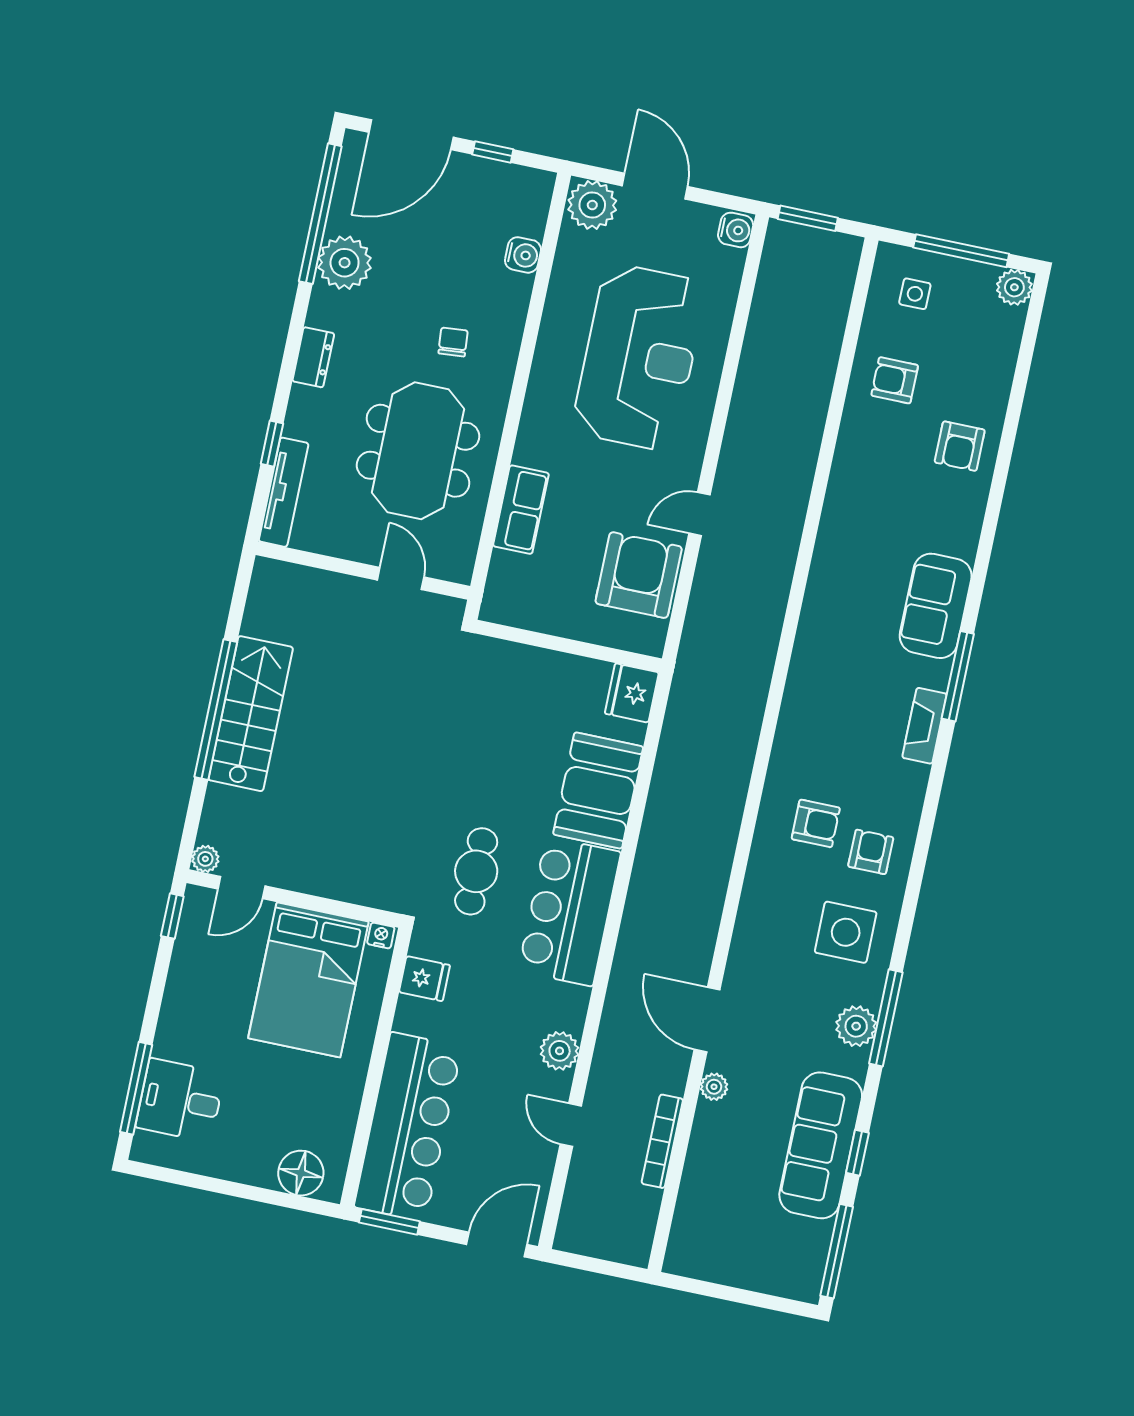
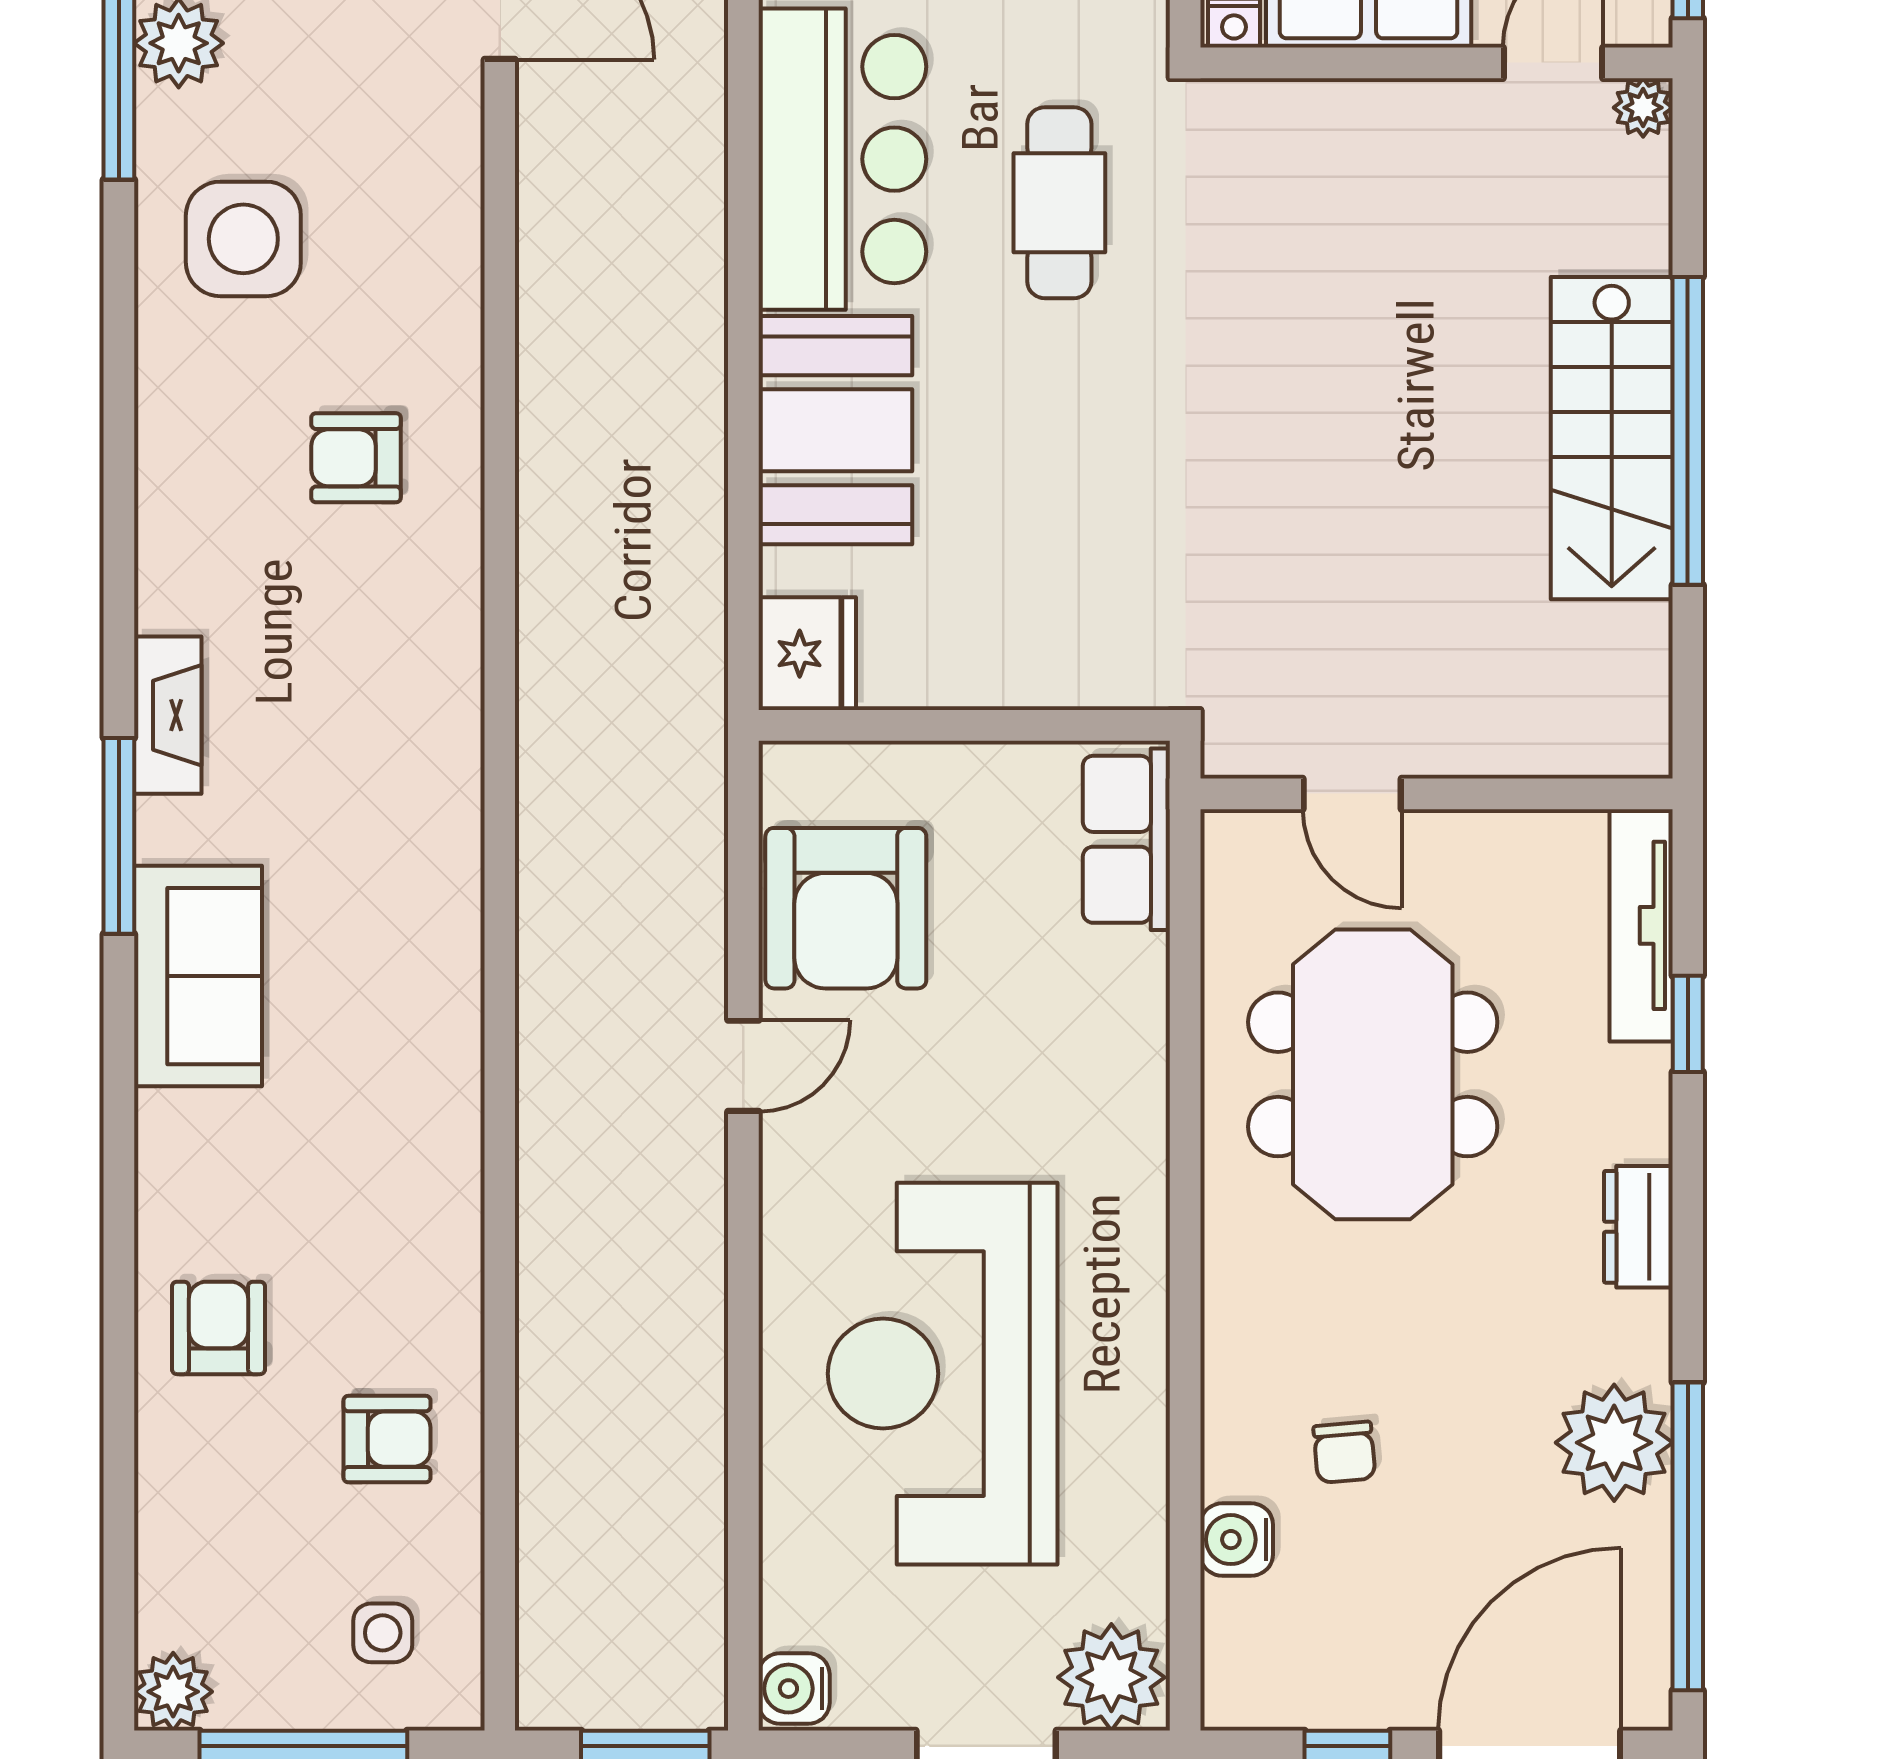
chair: (453, 342) -> (1344, 1452), moved
row of seats: (521, 510) -> (1126, 839), moved
armchair: (871, 852) -> (226, 422), removed

